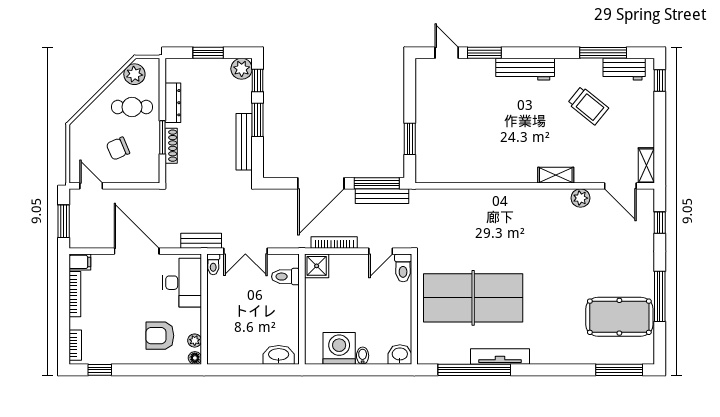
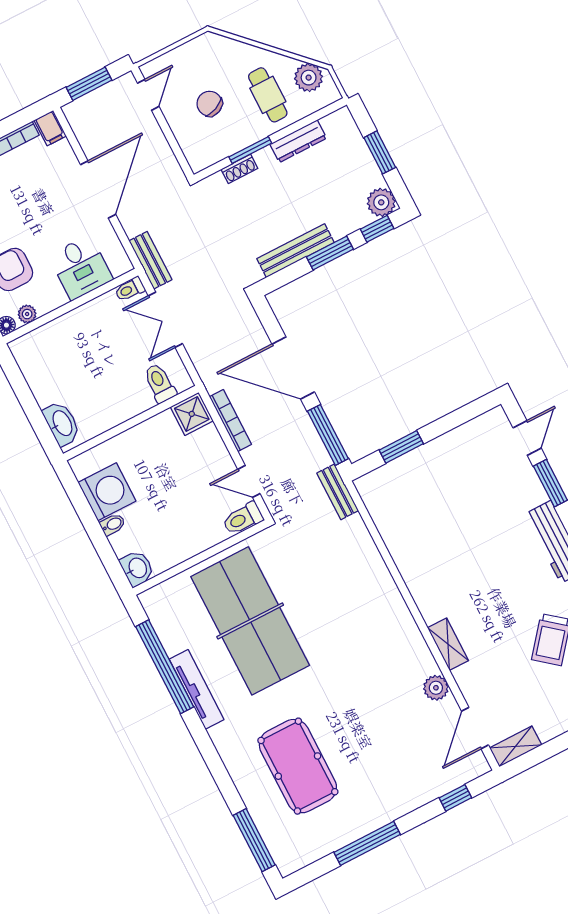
shoe rack: (171, 146) -> (239, 169), width x0.70
bench: (382, 196) -> (338, 492), moved, width x0.73
desk: (182, 283) -> (81, 267), width x0.73
pool table: (619, 317) -> (298, 766), moved

